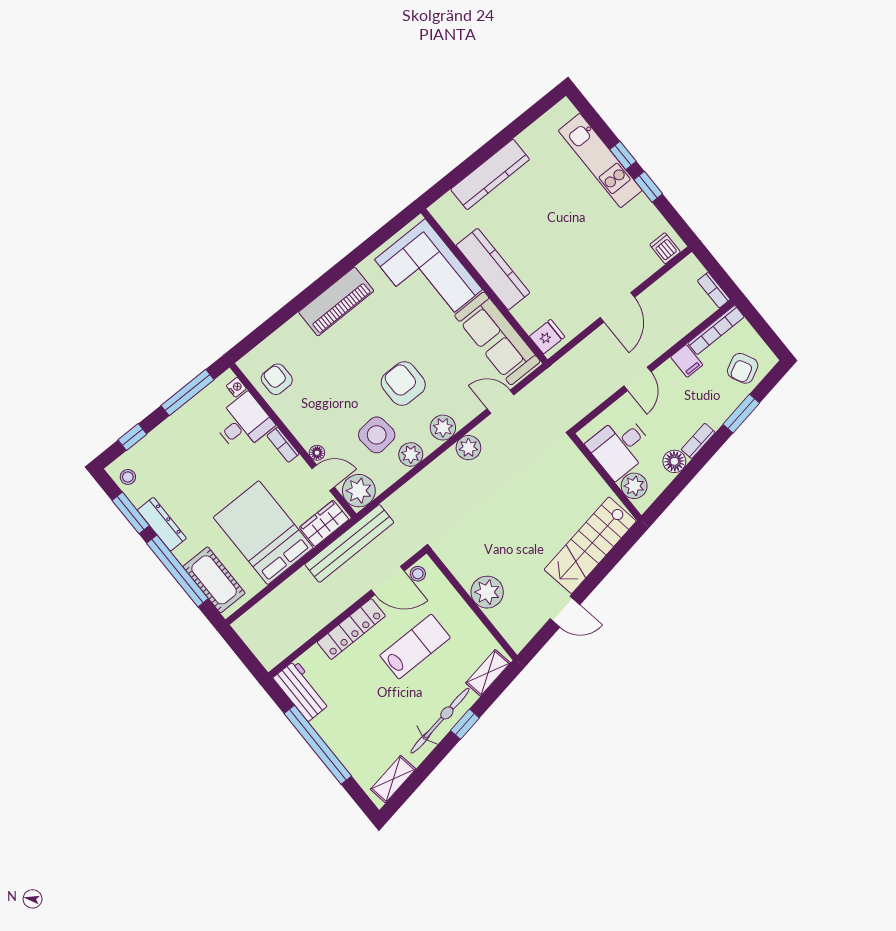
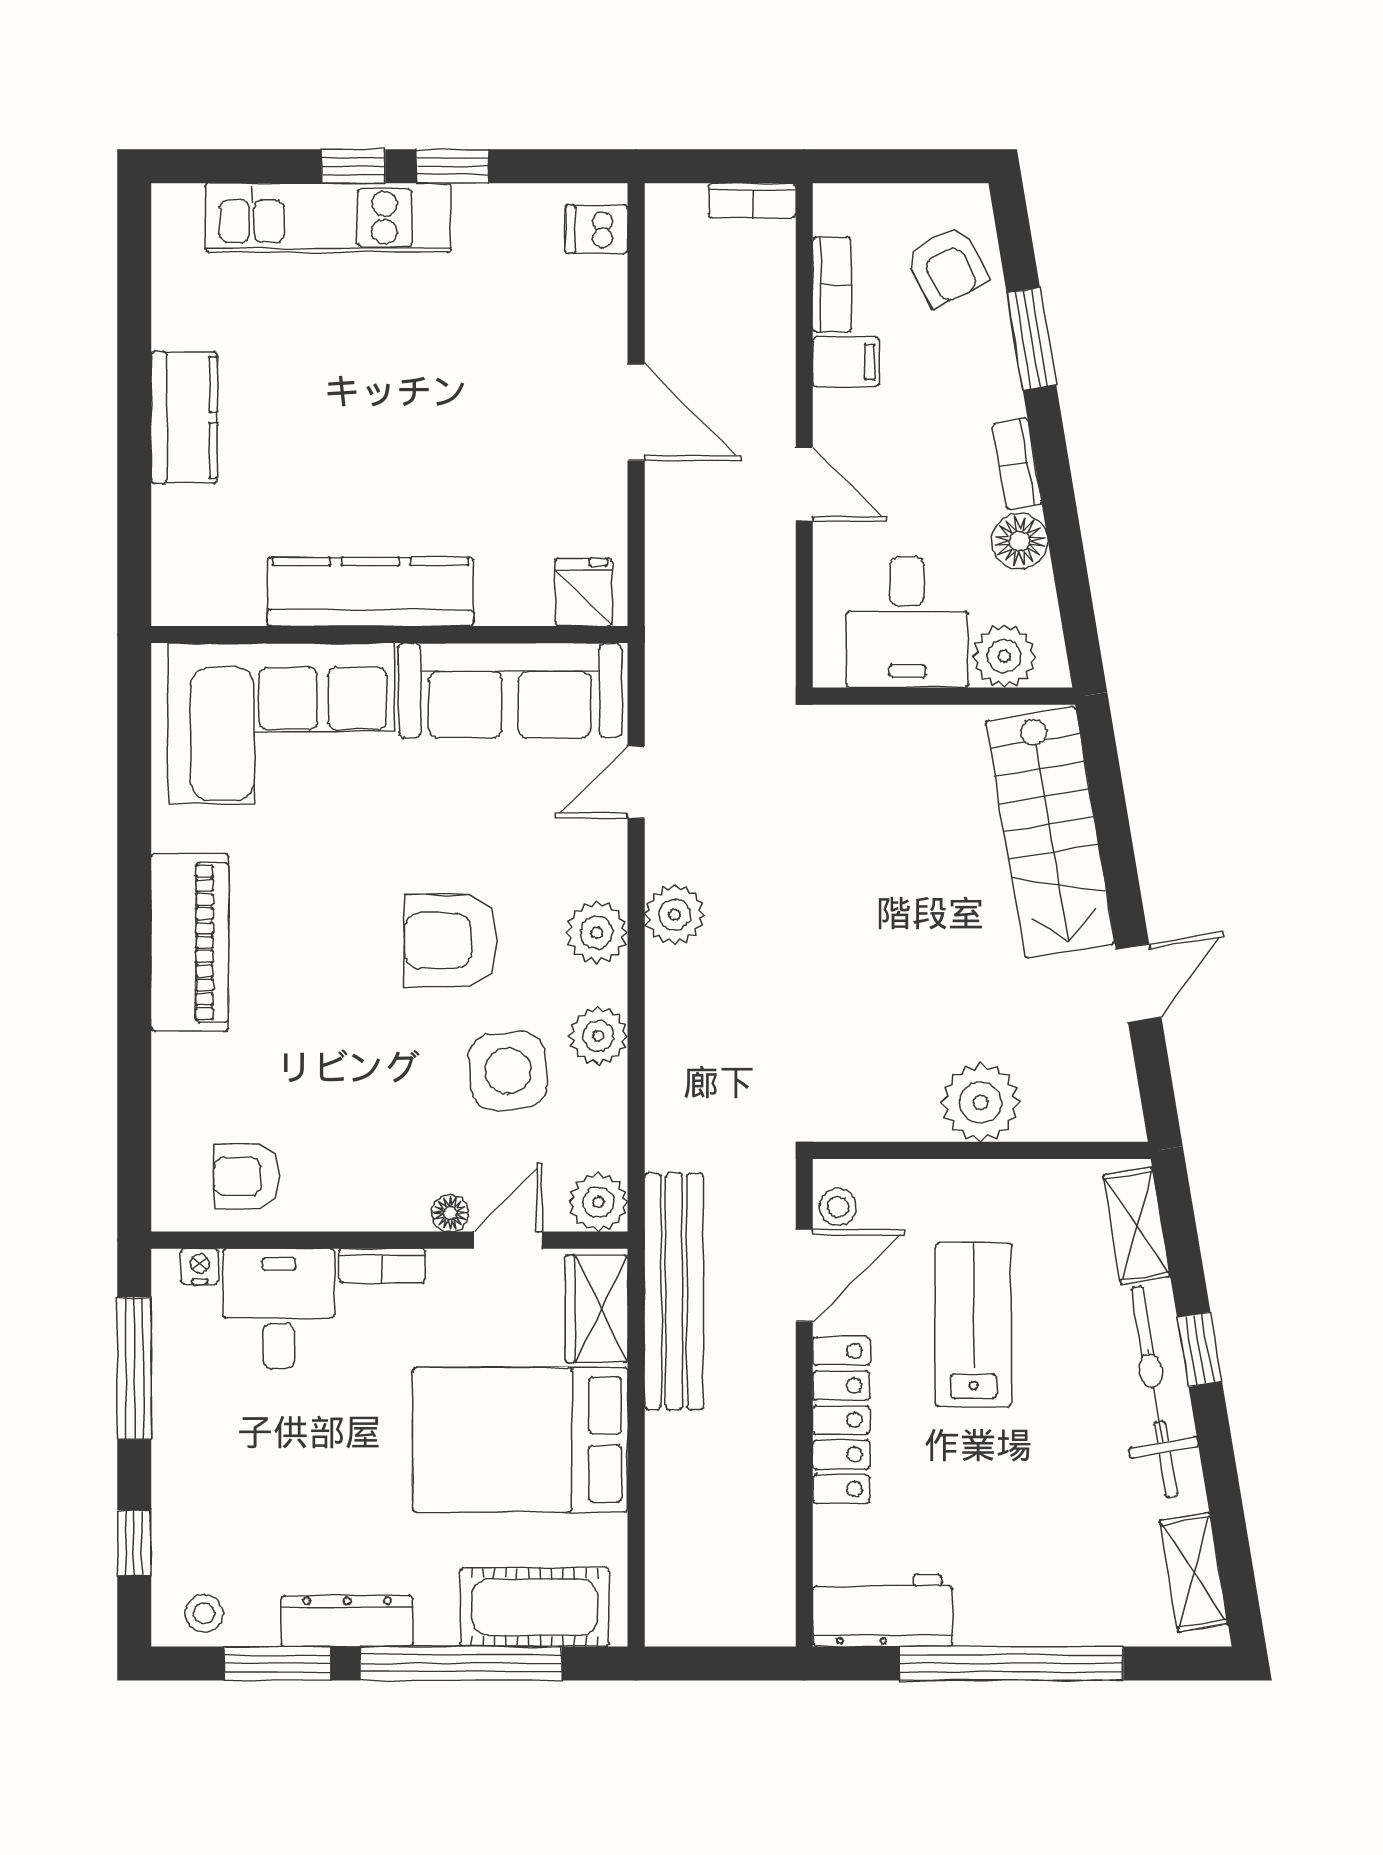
kitchen counter: (490, 174) -> (184, 417), width x0.67
bookcase: (716, 330) -> (832, 285), width x0.64
plant: (359, 491) -> (598, 1202), width x0.73, depth x0.73

